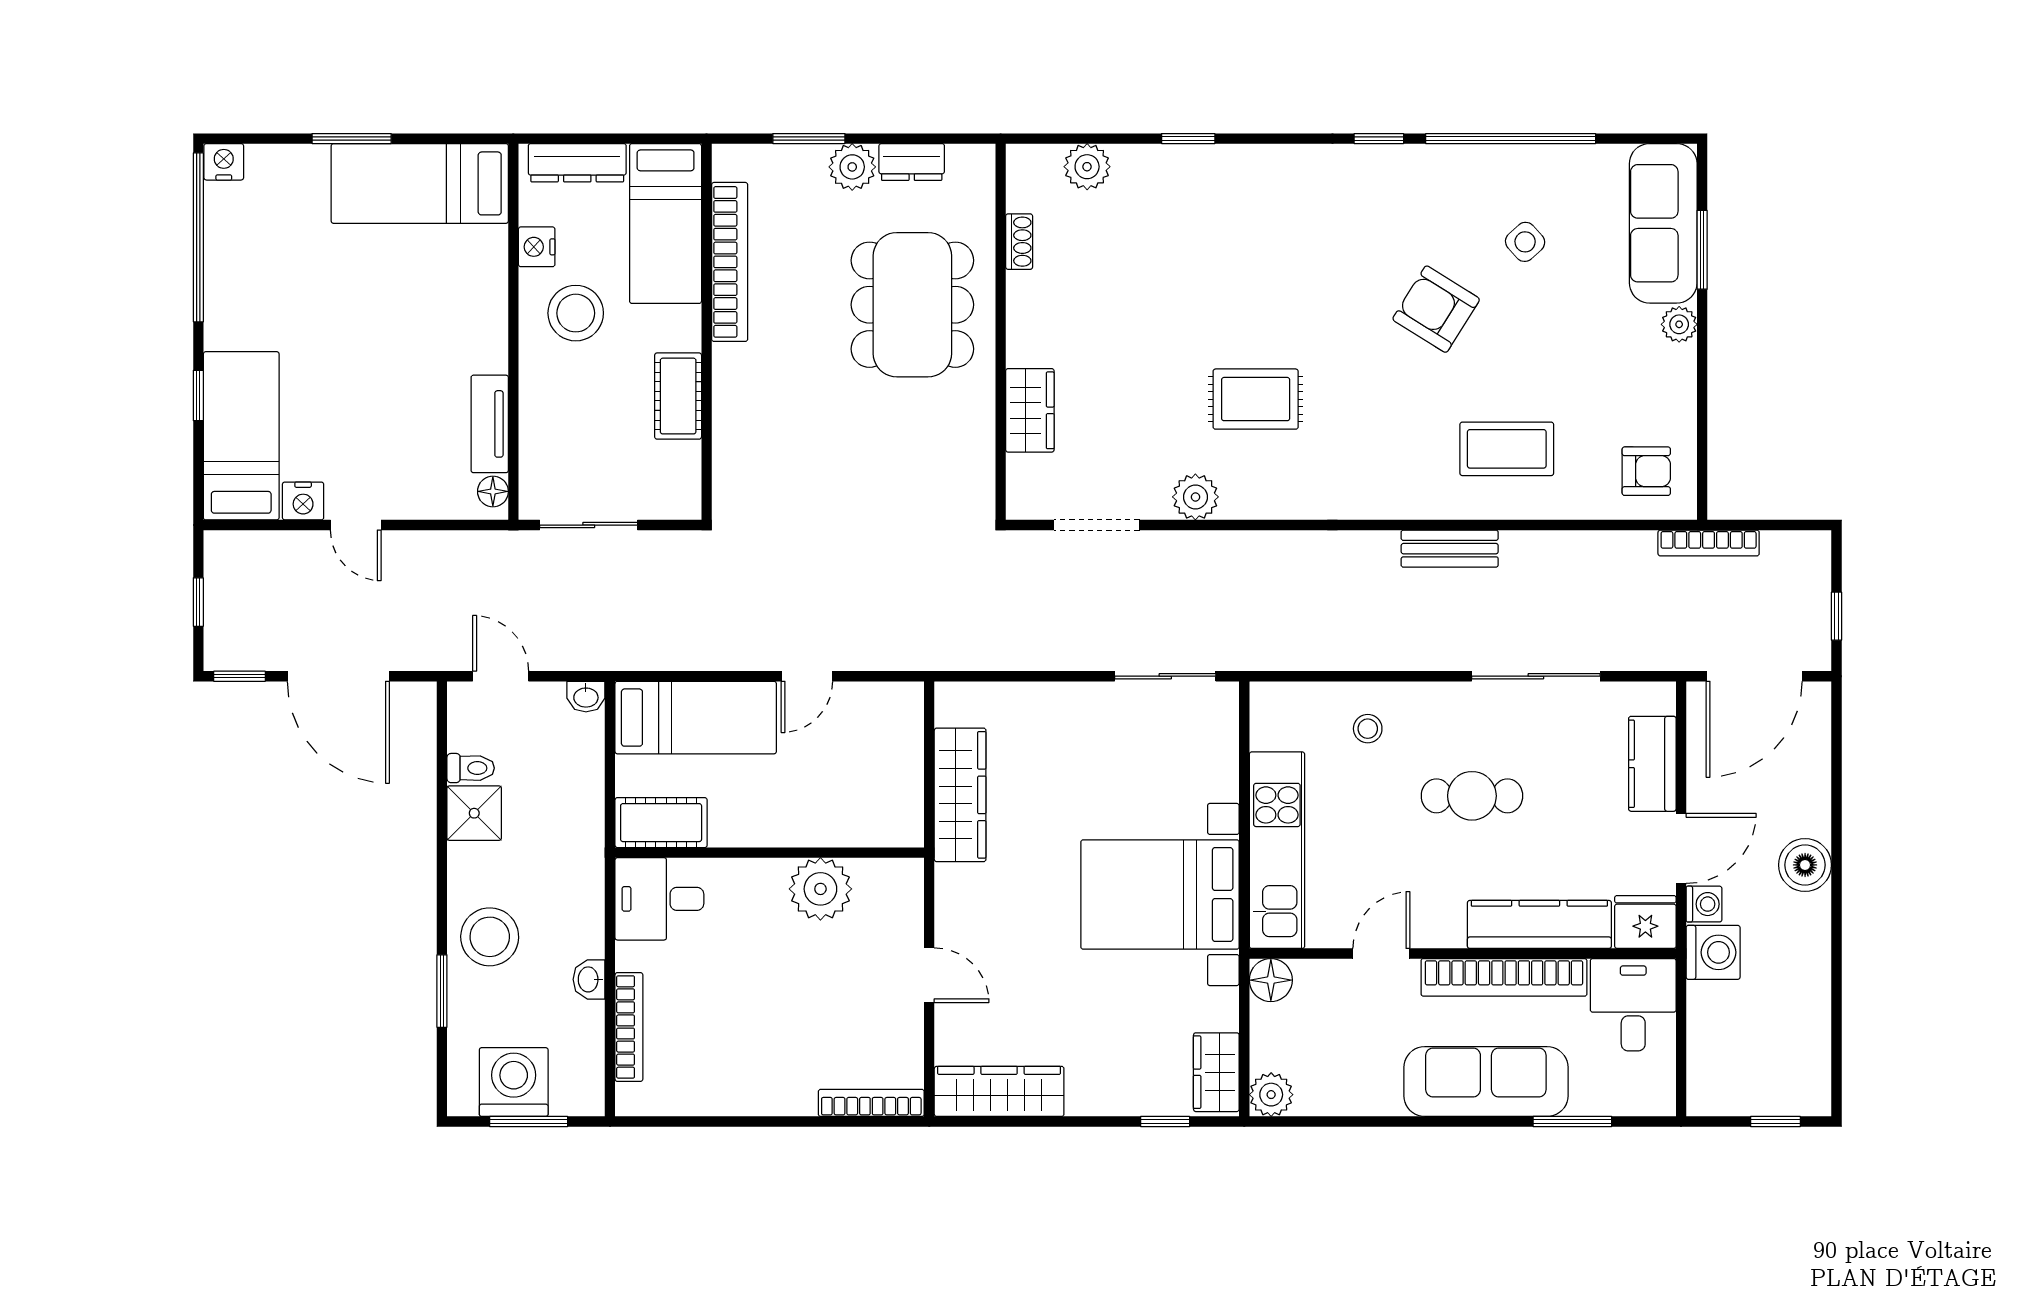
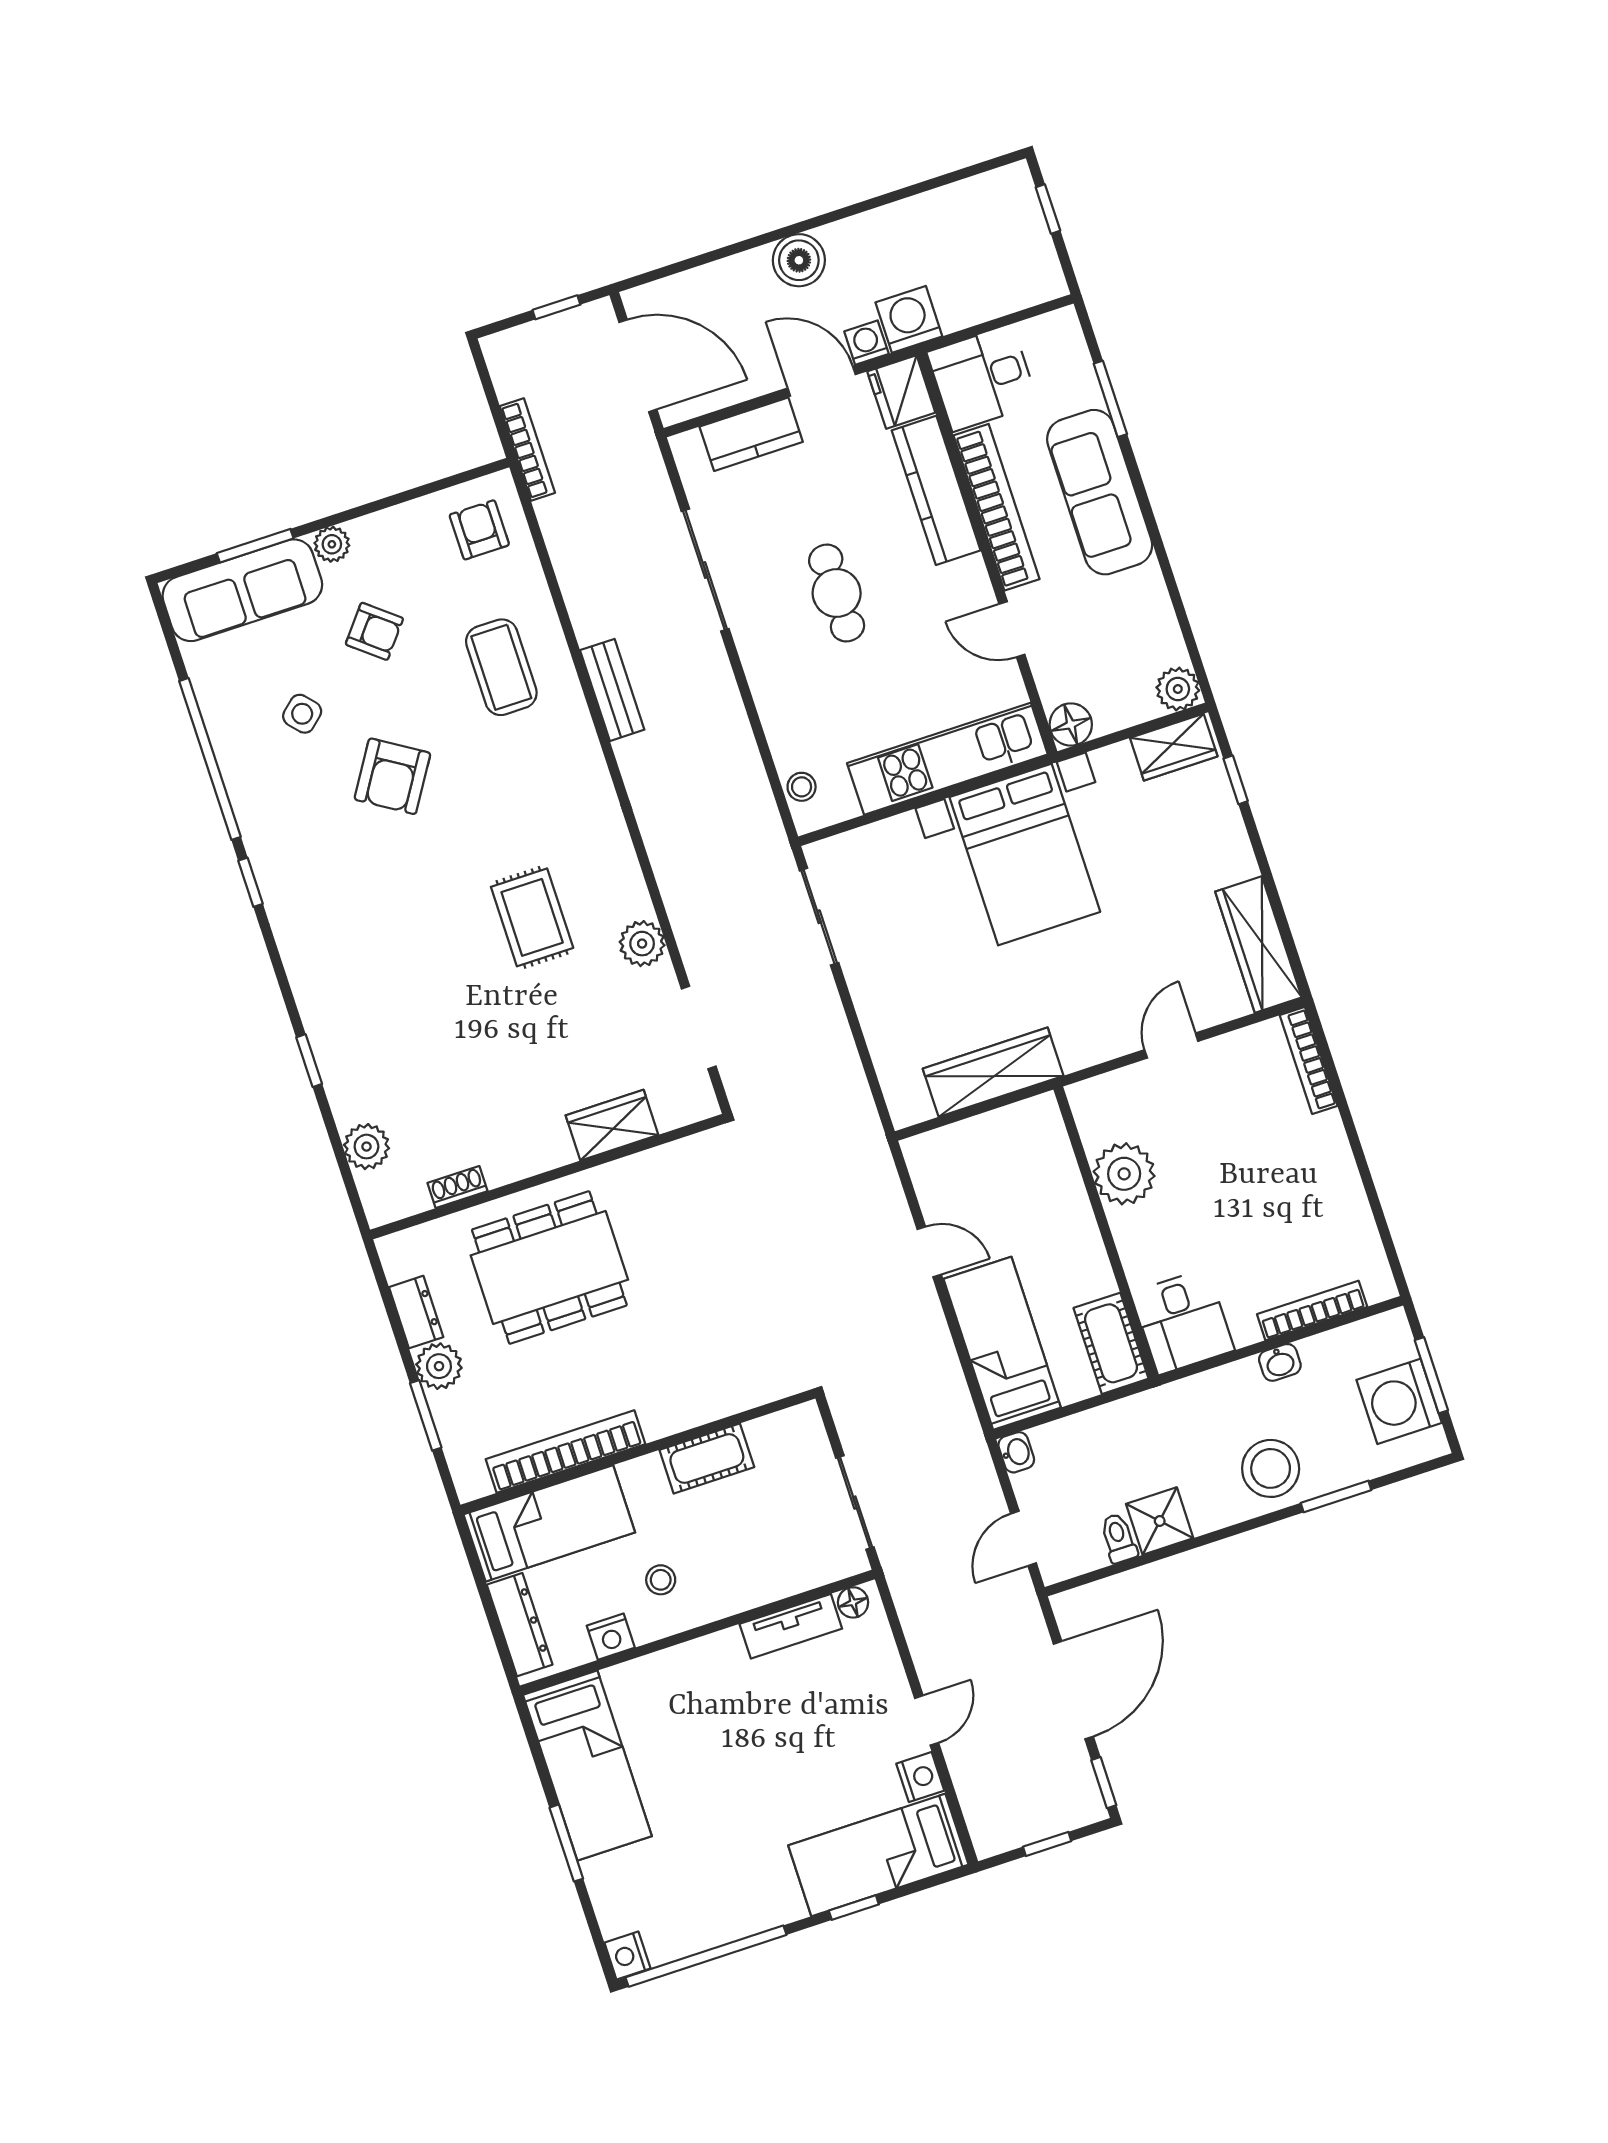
stool: (576, 313) -> (661, 1580), width x0.53, depth x0.53
armchair: (1582, 338) -> (374, 631), added
stool: (1368, 729) -> (802, 787), moved

